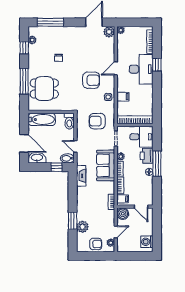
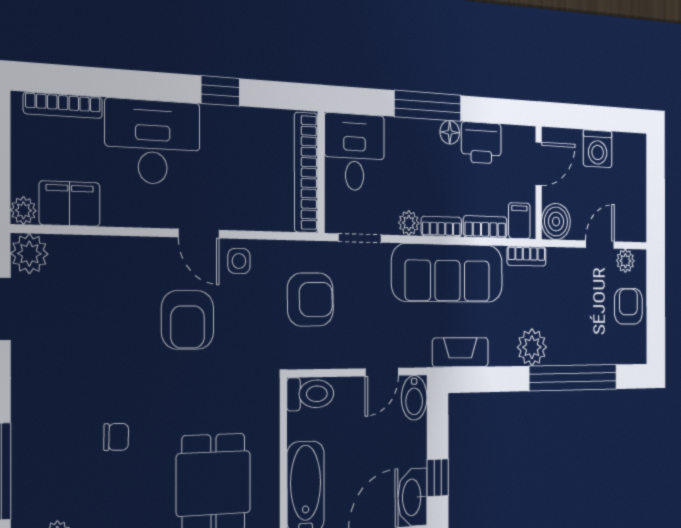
window: (157, 65) -> (220, 91), moved
door: (116, 68) -> (199, 234), moved
armchair: (91, 80) -> (188, 320), turned 180
filing cabinet: (123, 97) -> (70, 204), moved, width x2.00
armchair: (97, 121) -> (310, 300), turned -91
printer: (147, 156) -> (481, 143), moved
sofa: (106, 165) -> (448, 273), width x1.36
window: (57, 167) -> (438, 478), moved
window: (73, 221) -> (573, 378), width x2.11
plant: (83, 227) -> (532, 347), moved
door: (116, 232) -> (600, 245), hinge flipped
washing machine: (147, 242) -> (598, 149), moved

